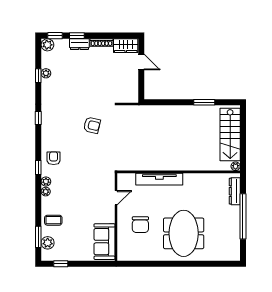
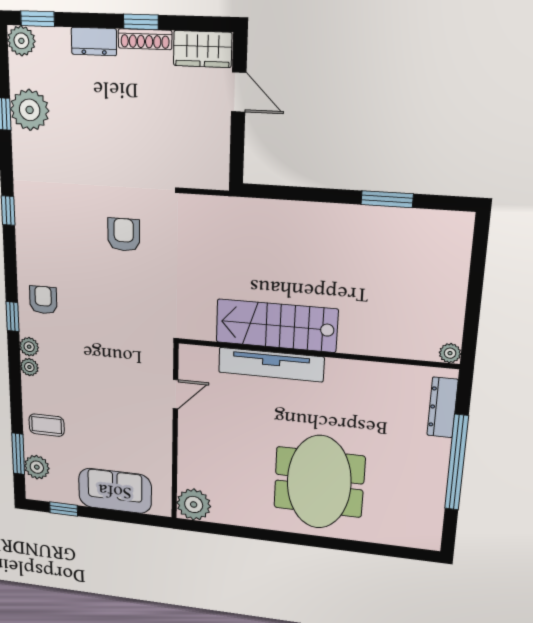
window: (77, 36) -> (141, 22), moved
plant: (46, 73) -> (30, 110), width x1.88, depth x1.88
armchair: (92, 125) -> (124, 235), turned -103
stairs: (230, 134) -> (276, 326), moved, turned 90
chair: (140, 225) -> (226, 454), removed
sofa: (105, 242) -> (115, 491), moved, turned 90
plant: (125, 253) -> (194, 505), added

